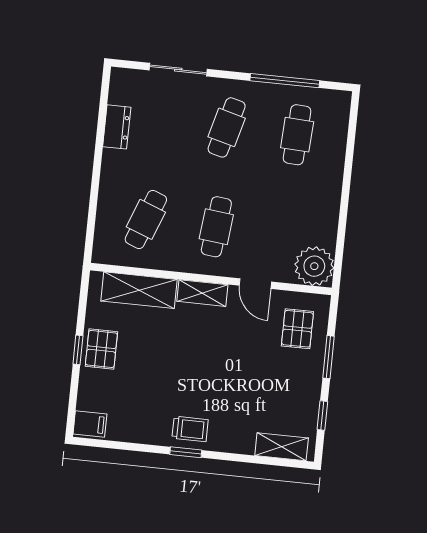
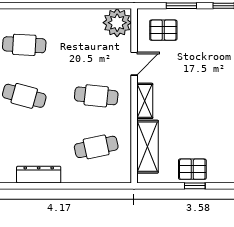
dresser: (117, 127) -> (39, 175), width x1.44
cafe table: (146, 219) -> (96, 147), turned -33

